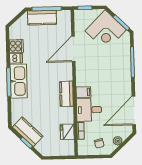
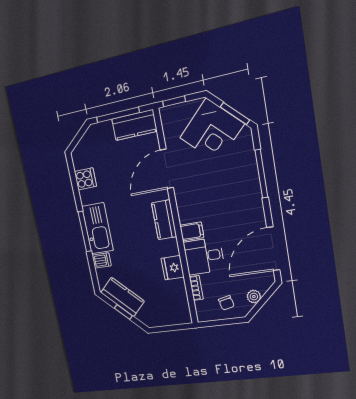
kitchen counter: (42, 18) -> (134, 125), moved
dishwasher: (16, 58) -> (102, 260), moved
kitchen counter: (66, 94) -> (164, 220), moved
fridge: (67, 132) -> (173, 268), moved

